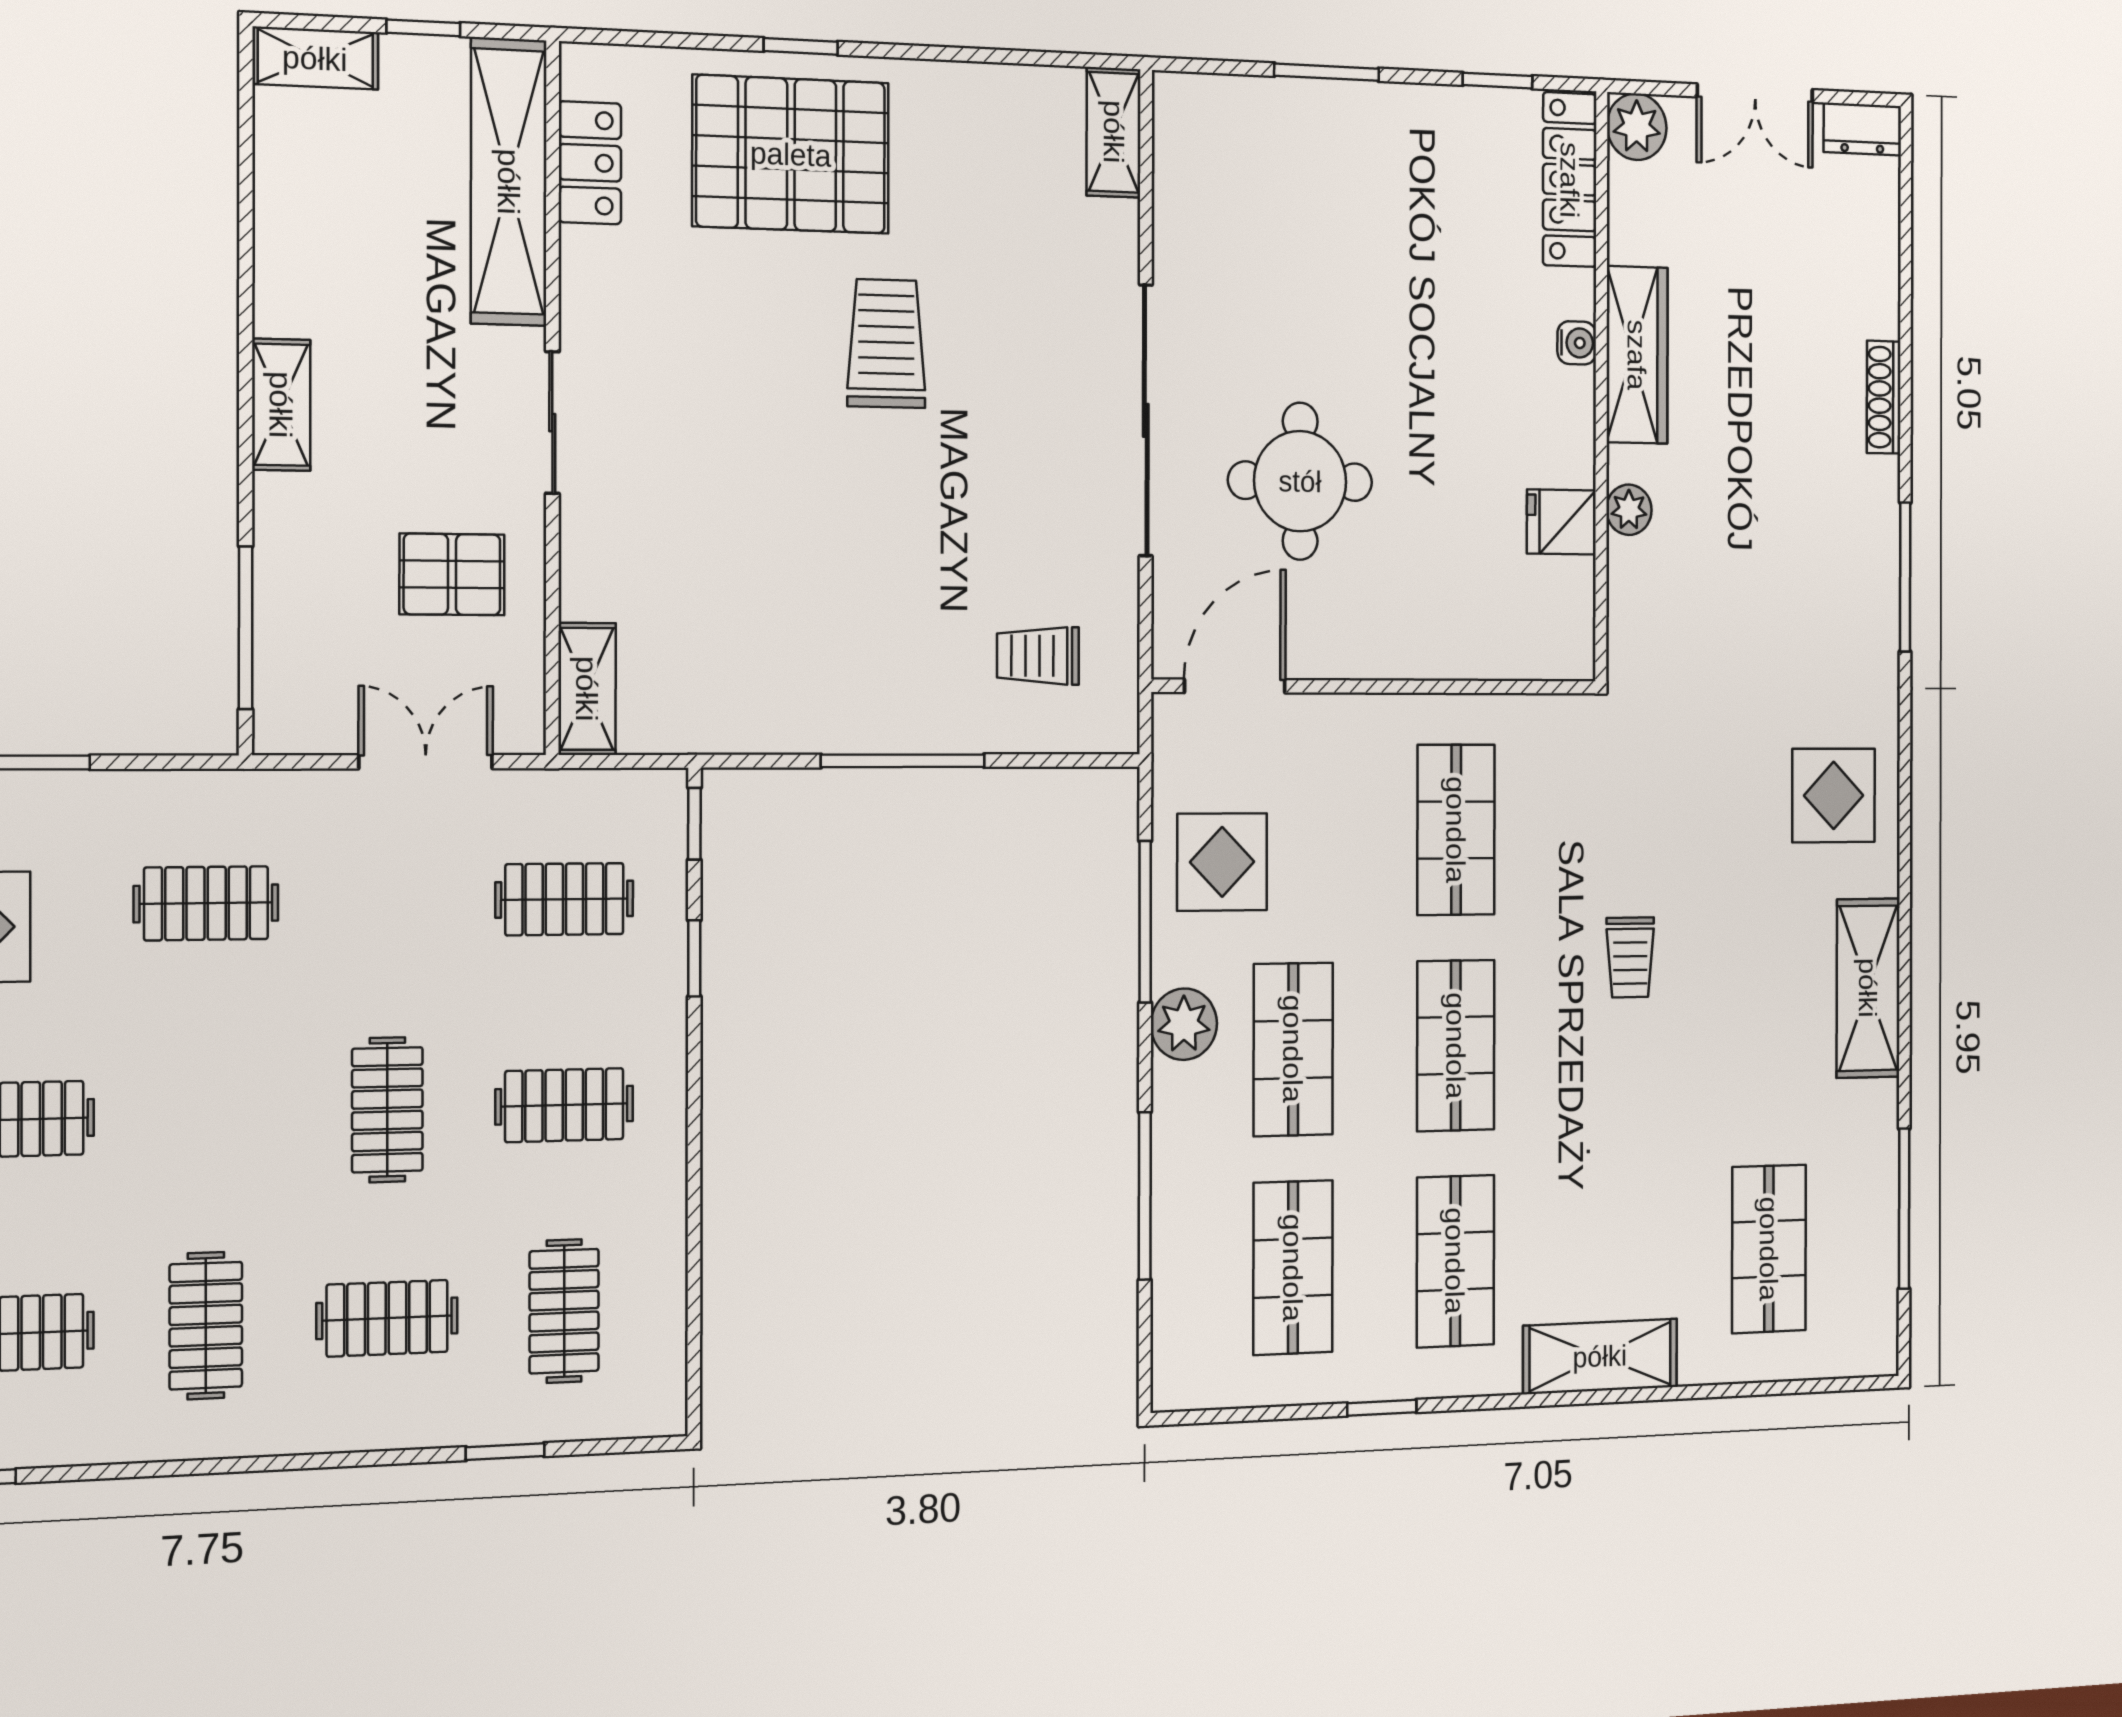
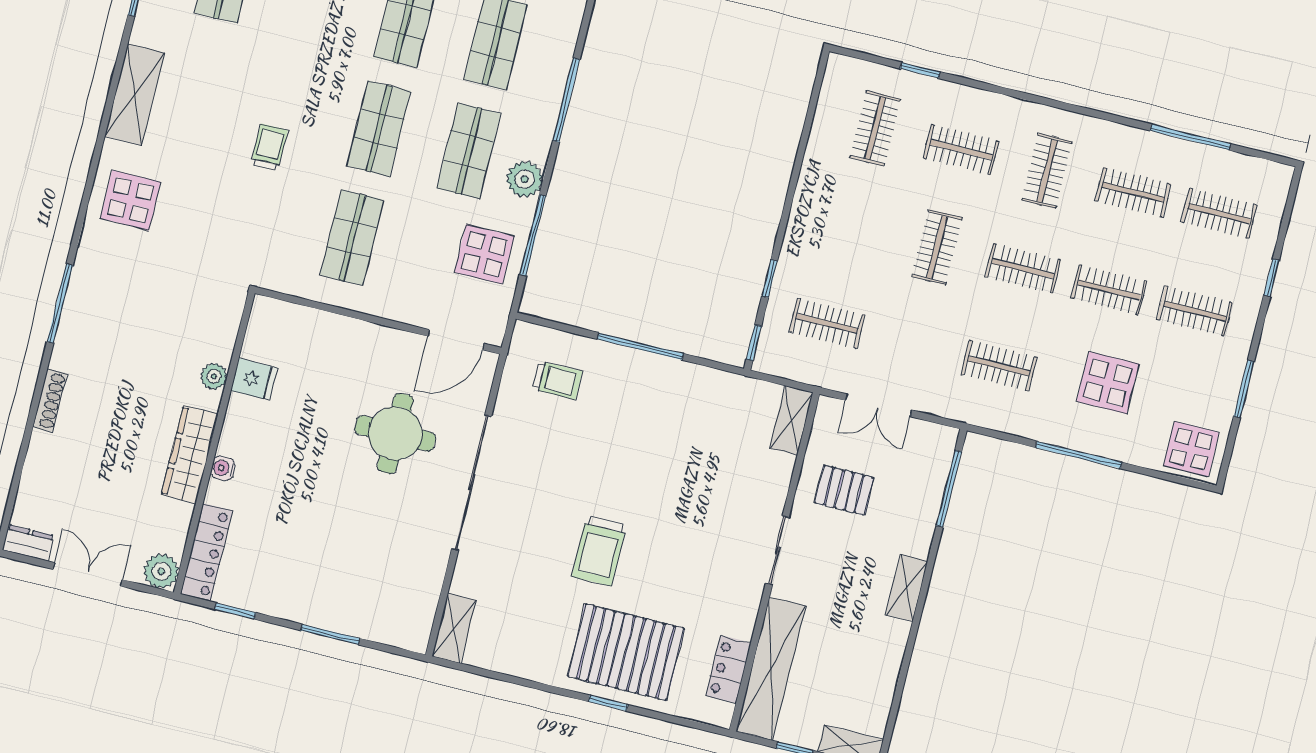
clothes rail: (564, 1105) -> (1023, 268), moved

